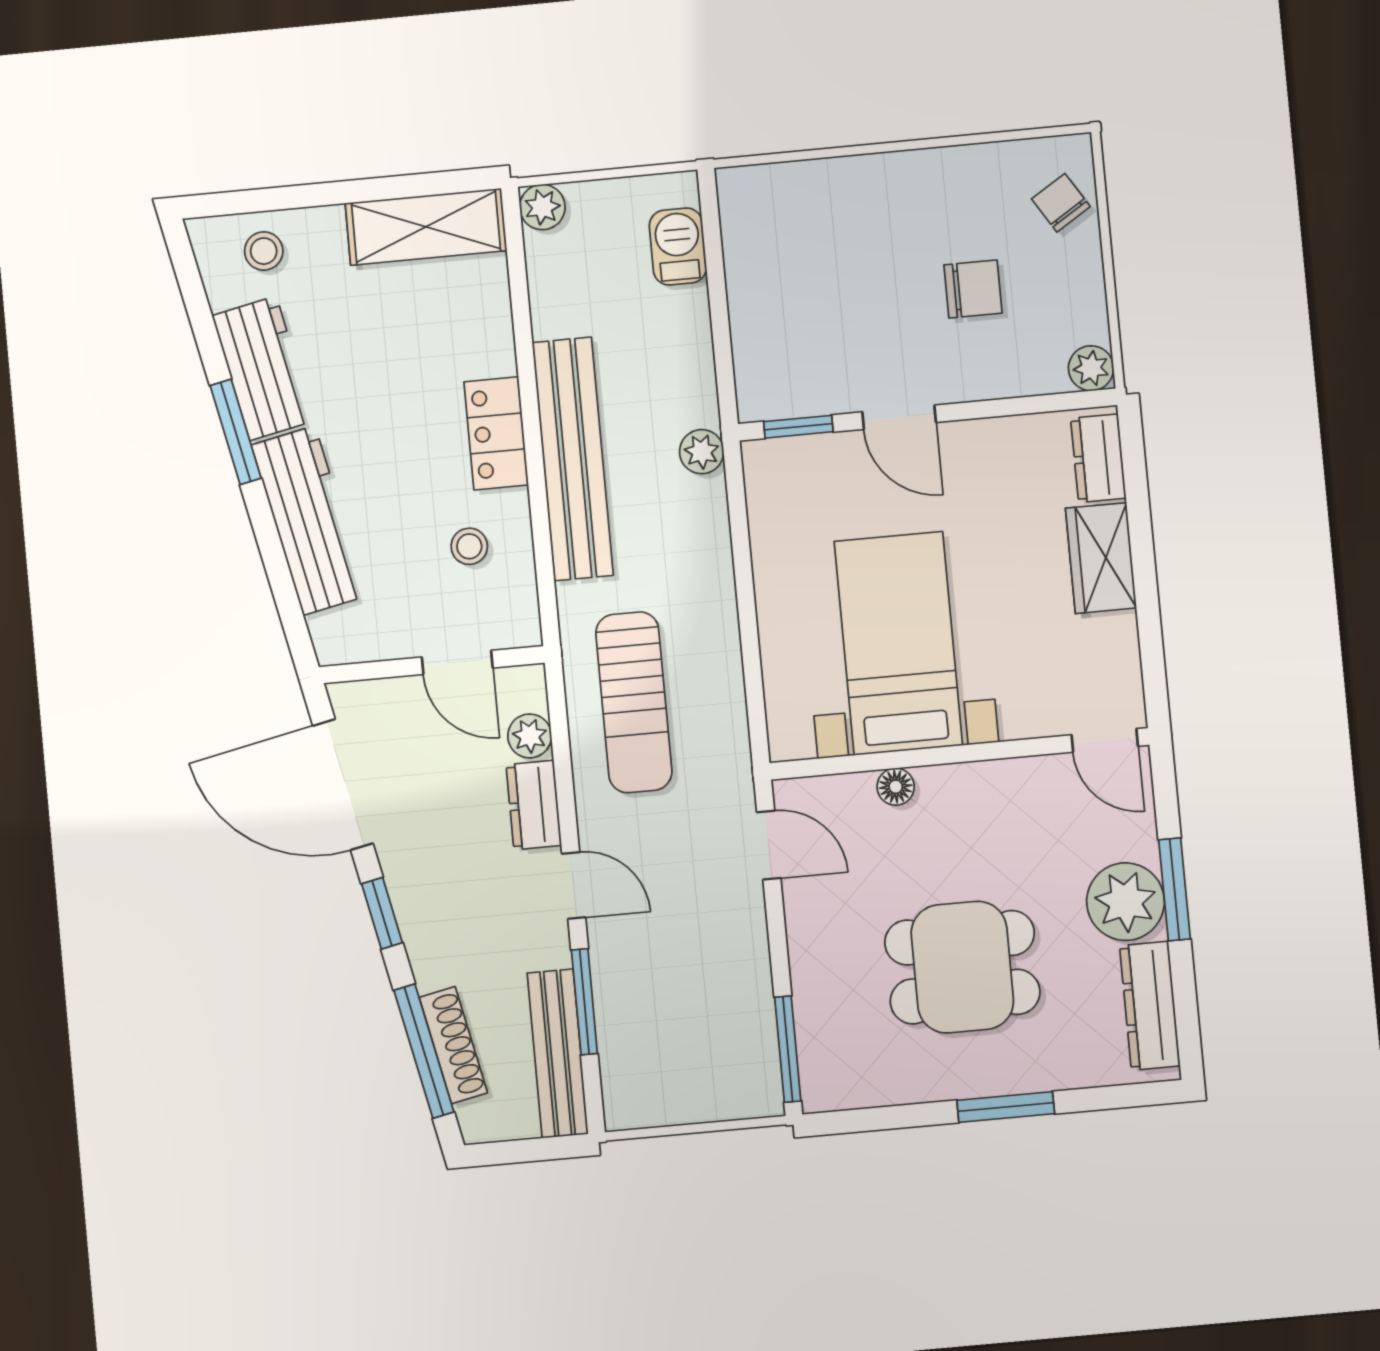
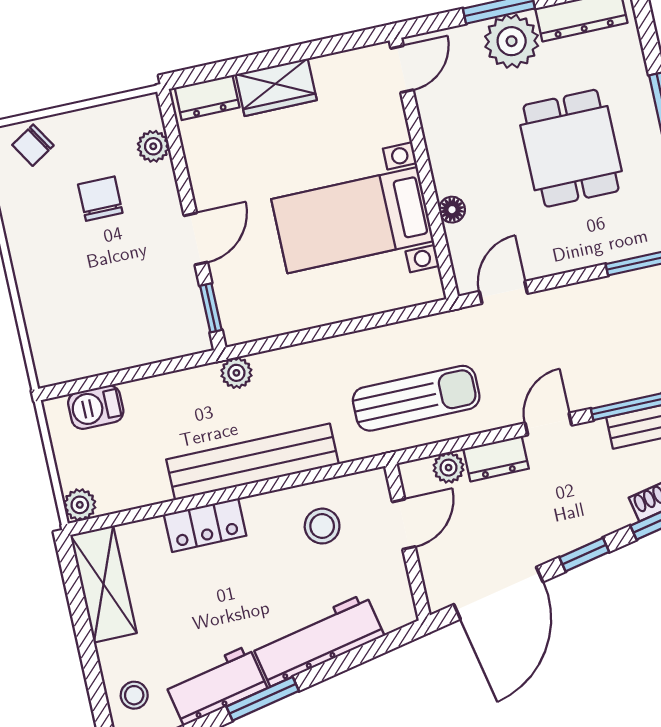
plant: (1091, 368) -> (153, 146), moved
locker: (496, 433) -> (205, 525), moved
stool: (469, 546) -> (322, 526), width x1.37, depth x1.37

